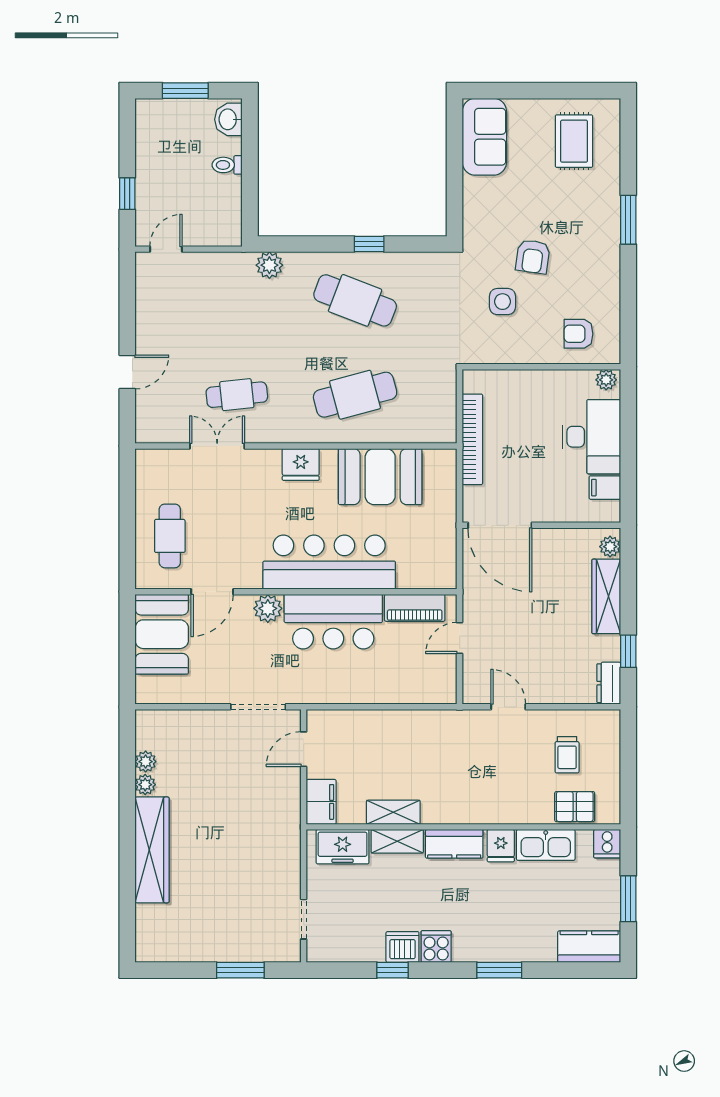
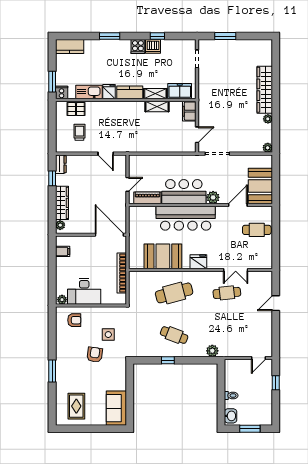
cafe table: (355, 300) -> (174, 335), width x0.73, depth x0.74
desk: (591, 437) -> (84, 291), moved, turned -90
cafe table: (170, 536) -> (257, 230), turned 90
plant: (146, 762) -> (268, 148), moved
window: (628, 899) -> (52, 82), moved

